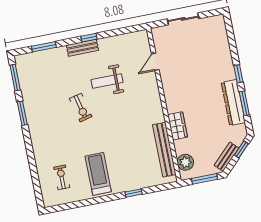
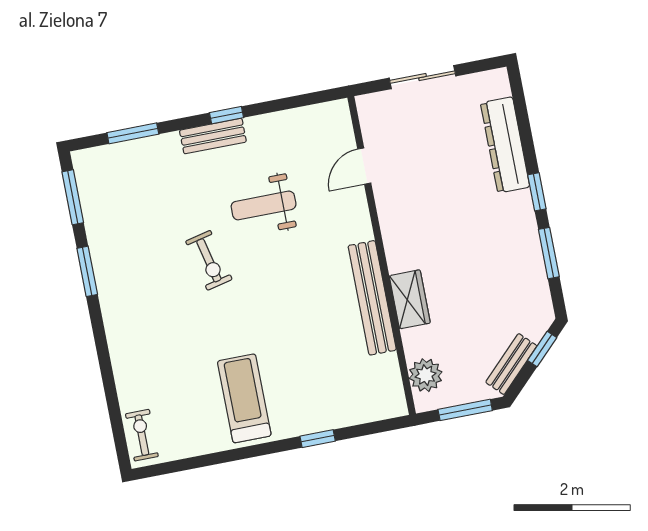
dresser: (233, 103) -> (505, 145), moved
bench: (164, 150) -> (372, 298), moved
exercise bike: (62, 177) -> (142, 435), moved

